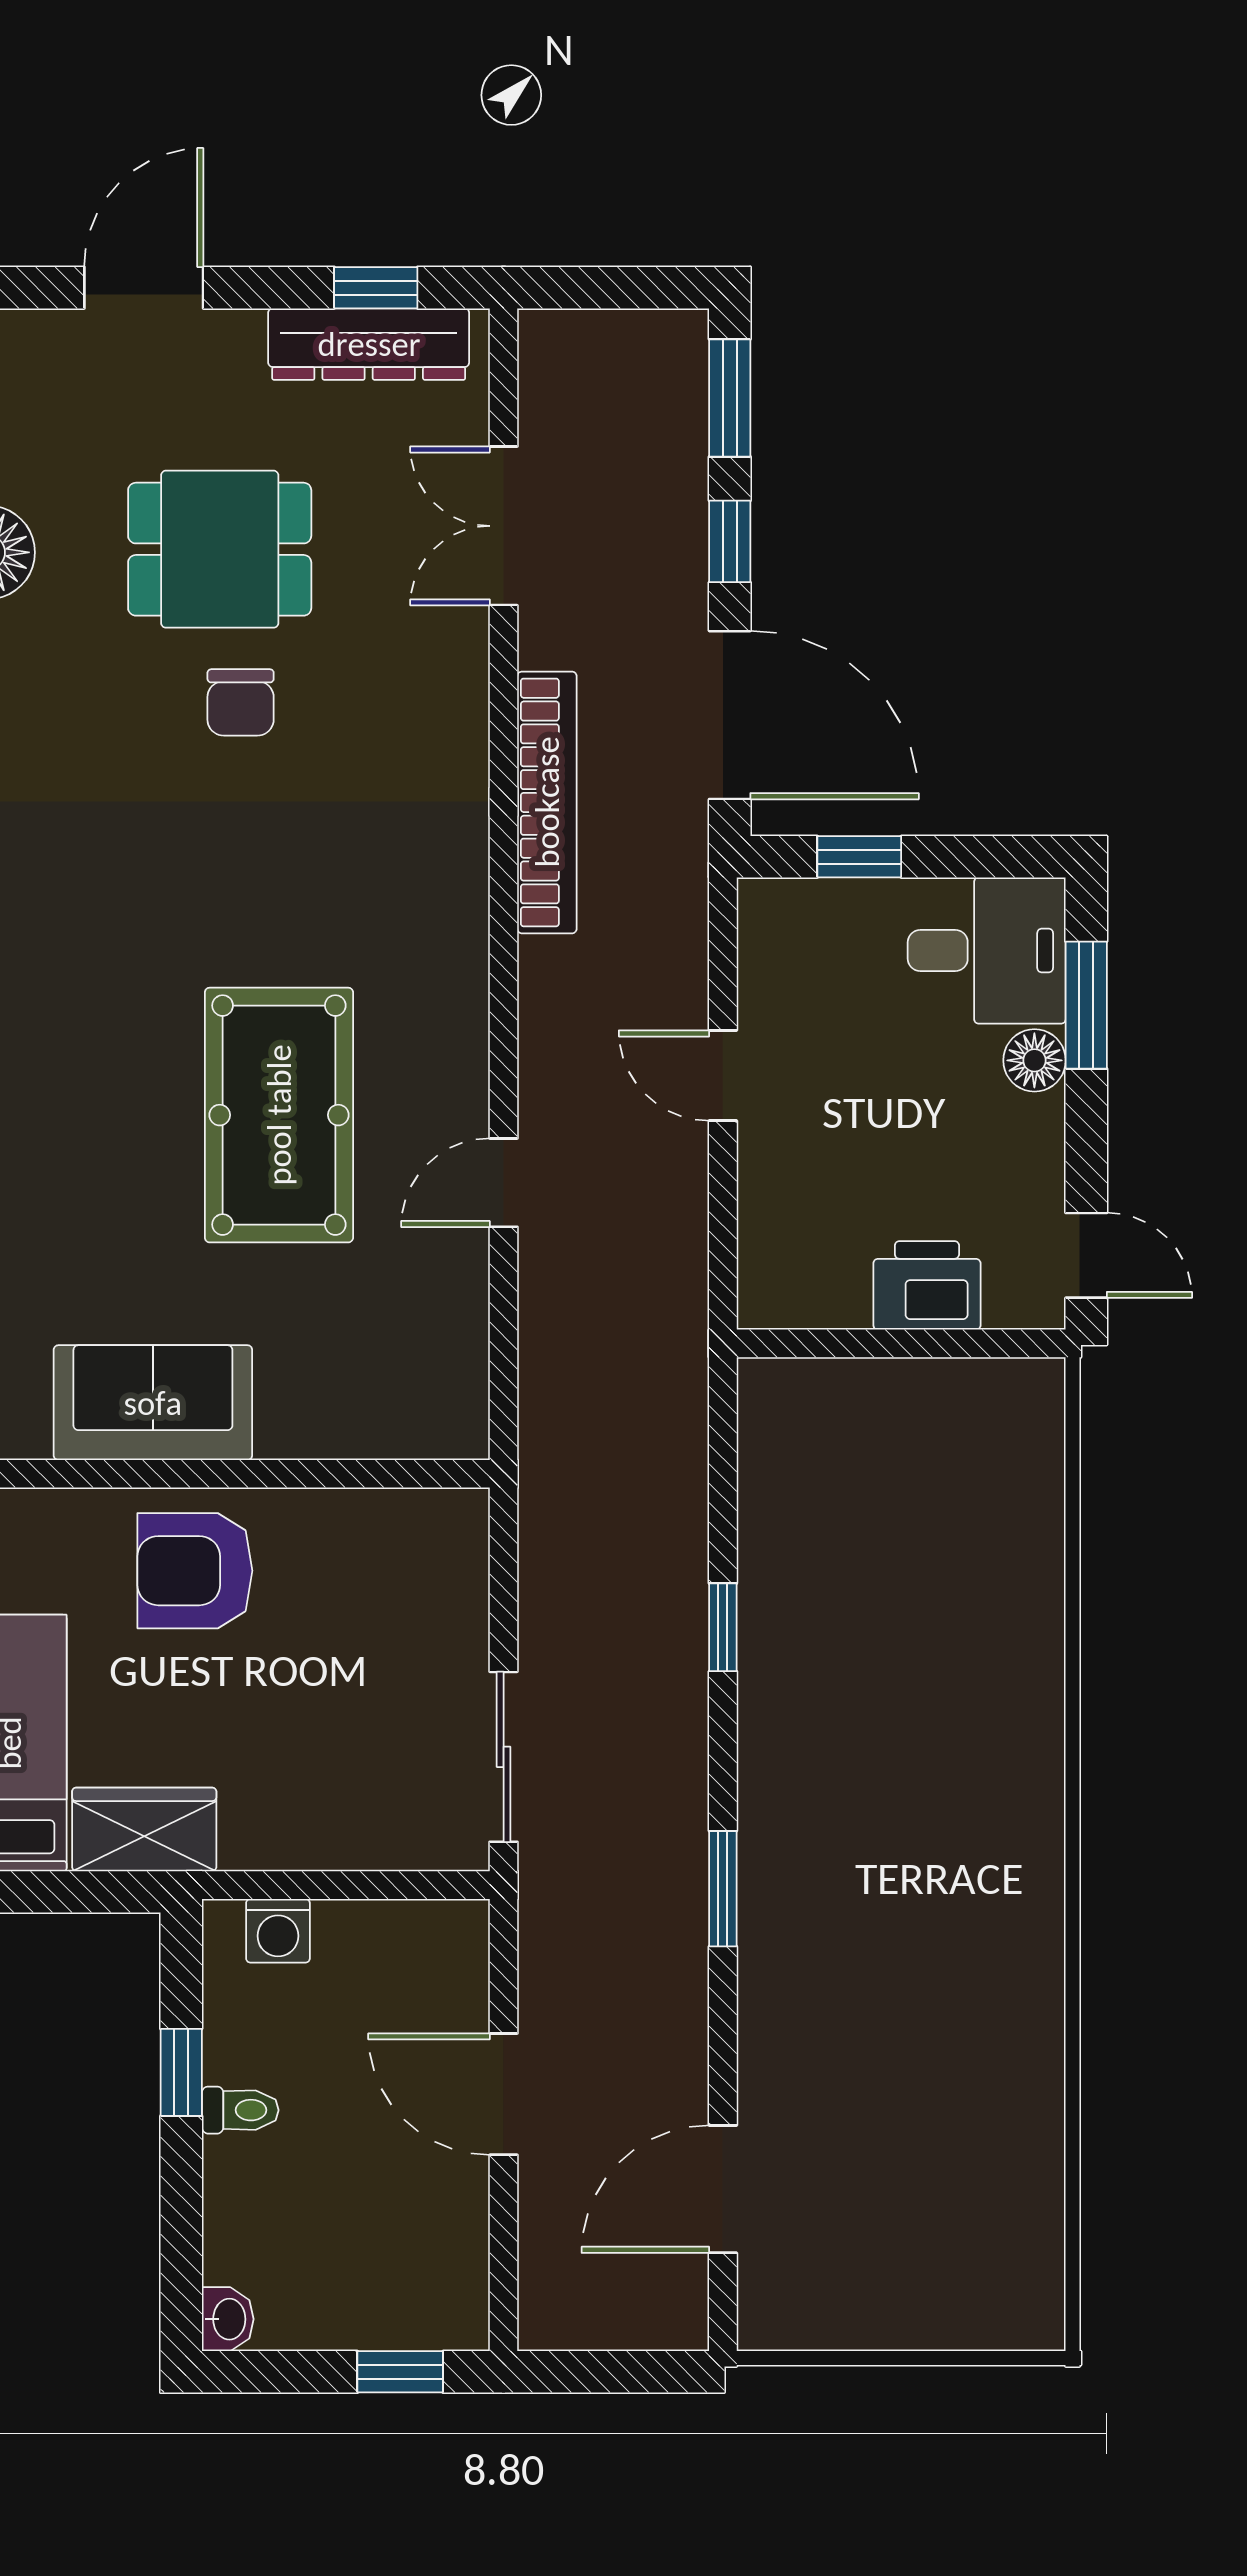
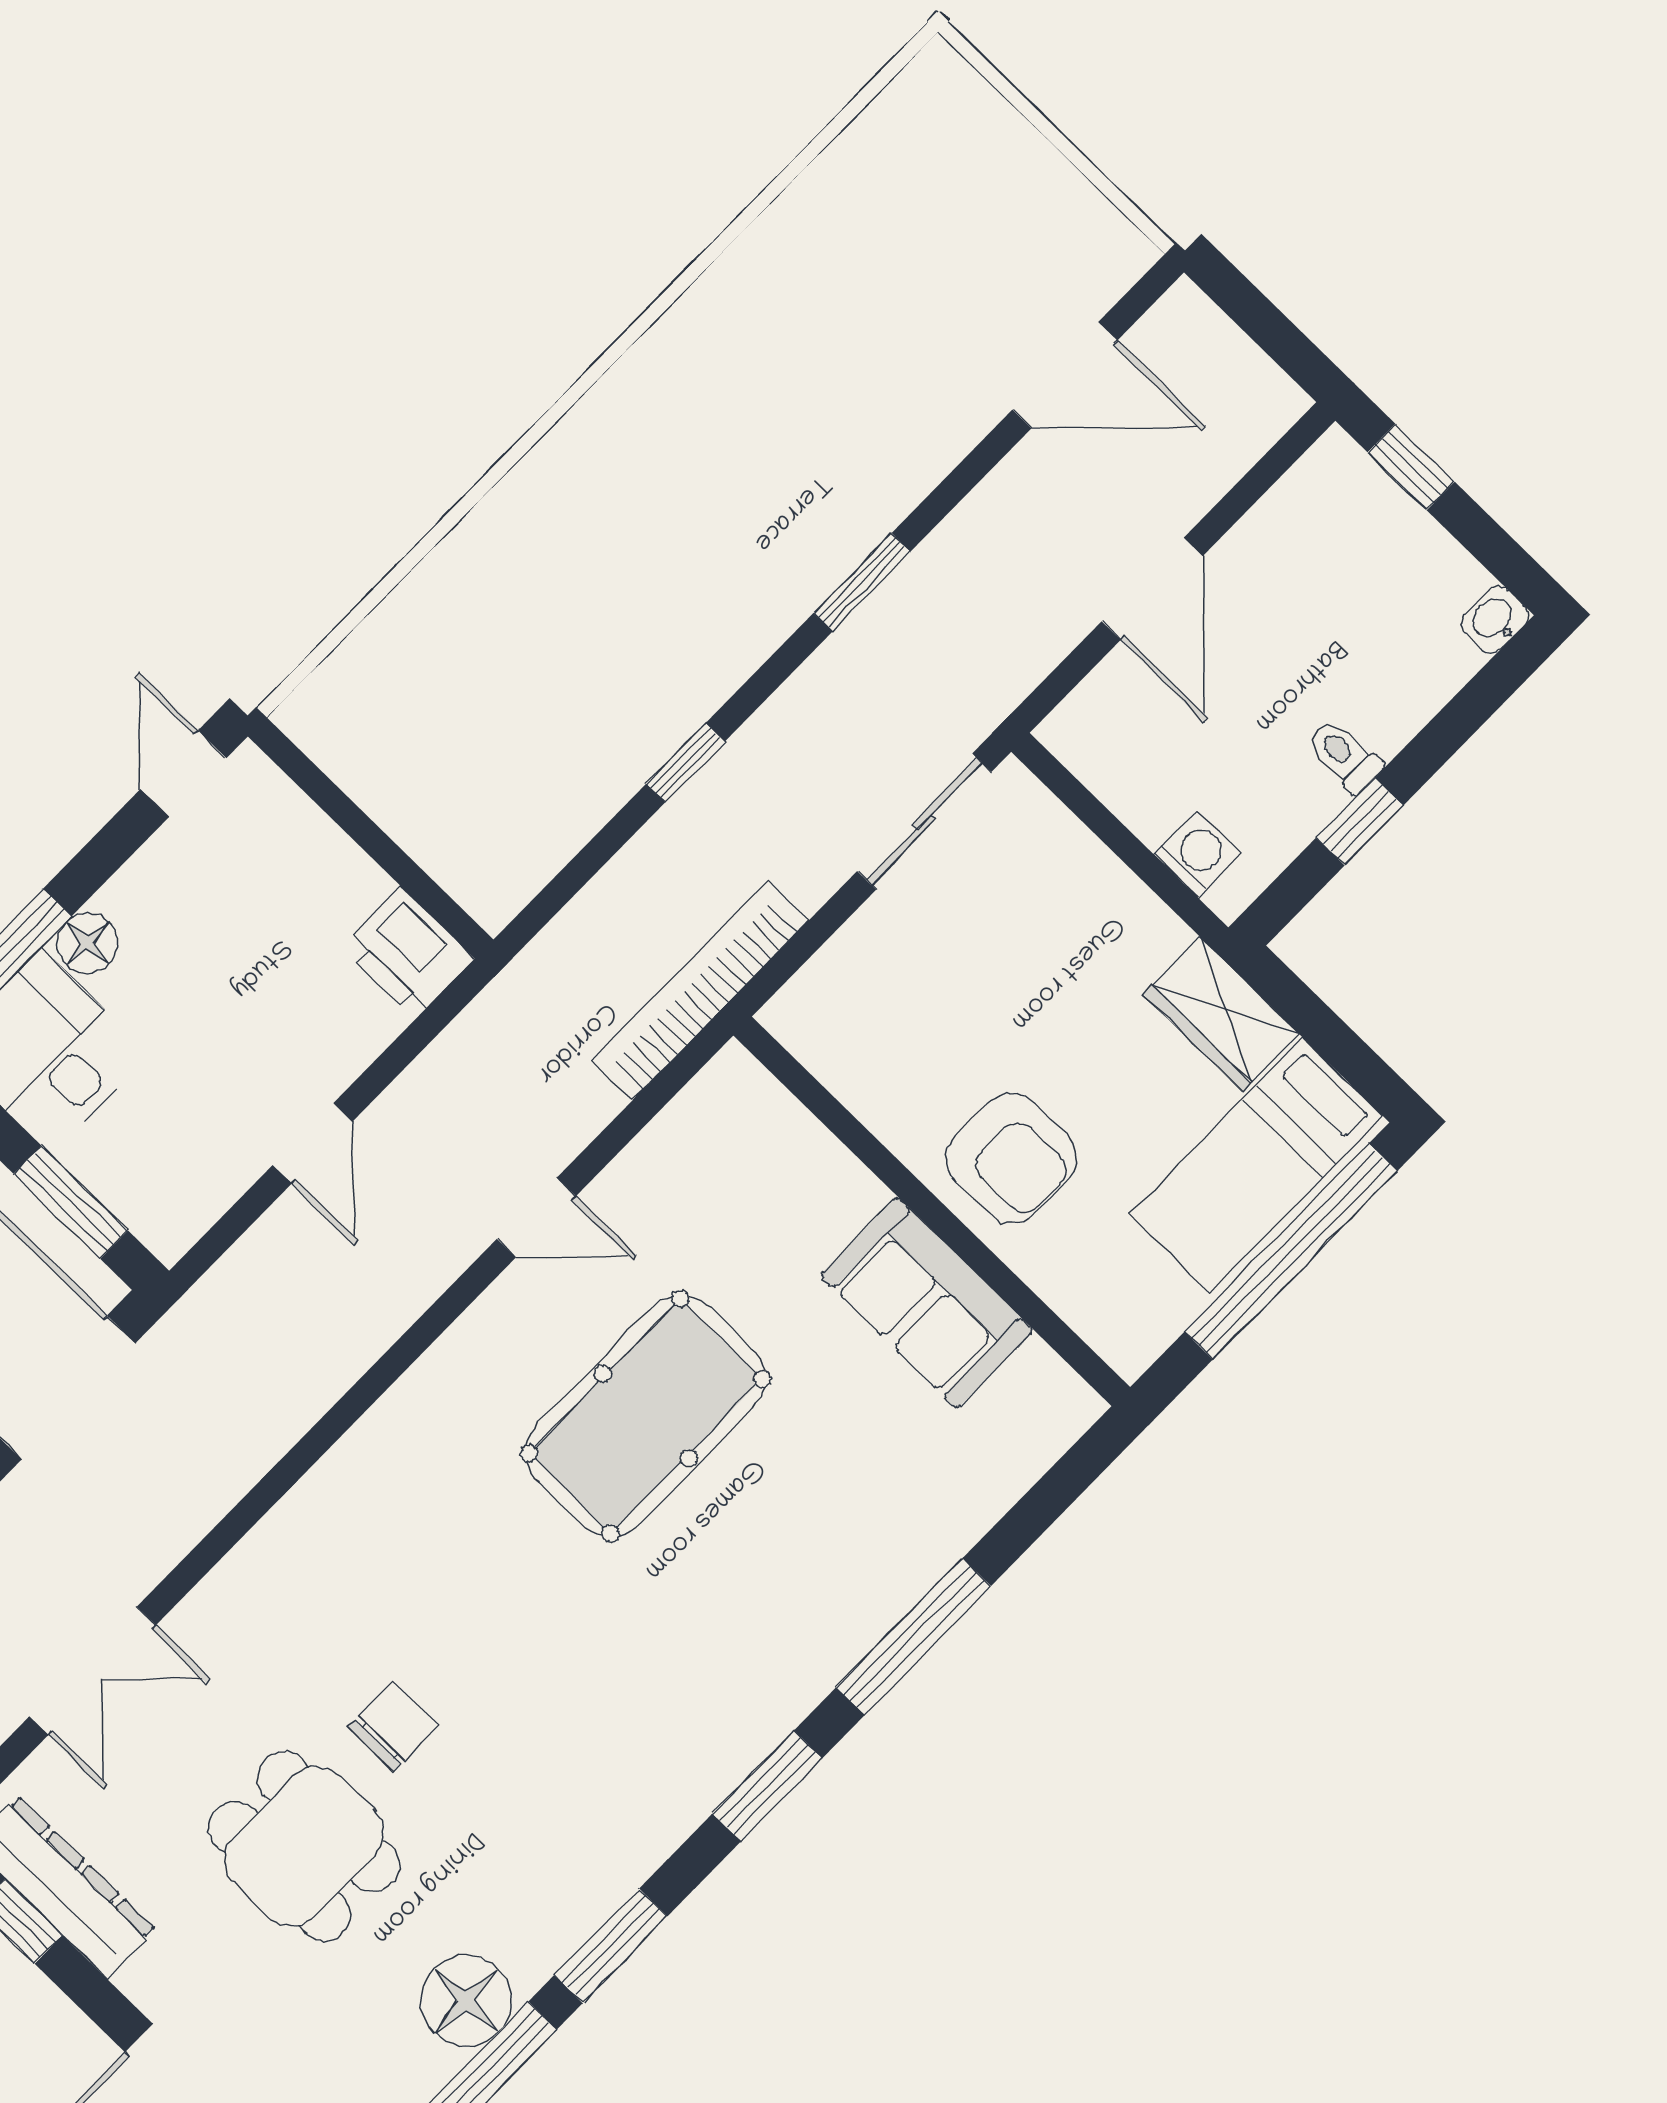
bookcase: (547, 802) -> (700, 991), moved
window: (859, 857) -> (71, 1202), width x1.50
printer: (927, 1285) -> (408, 953), moved

